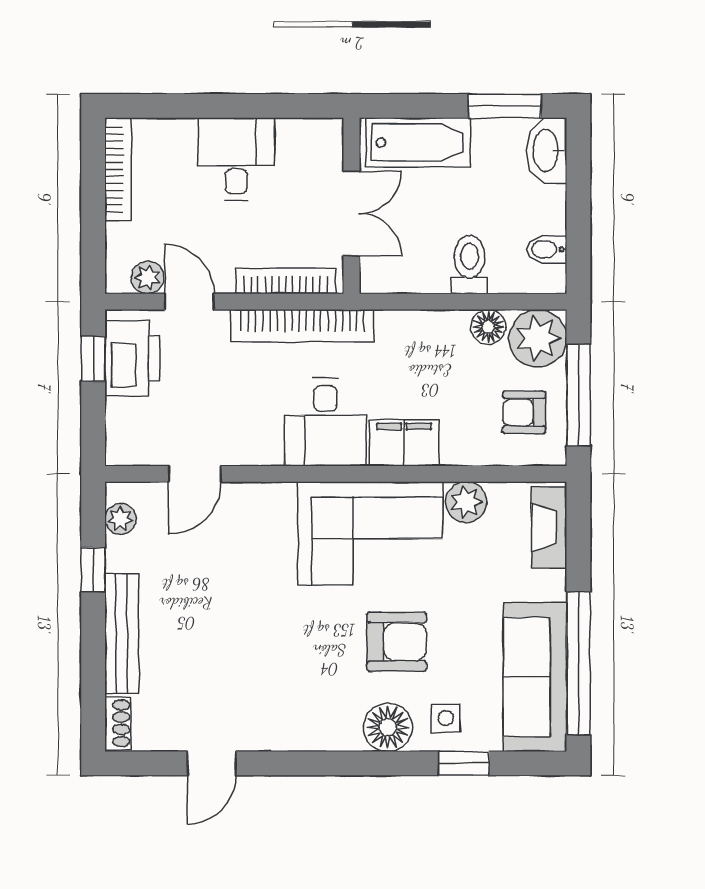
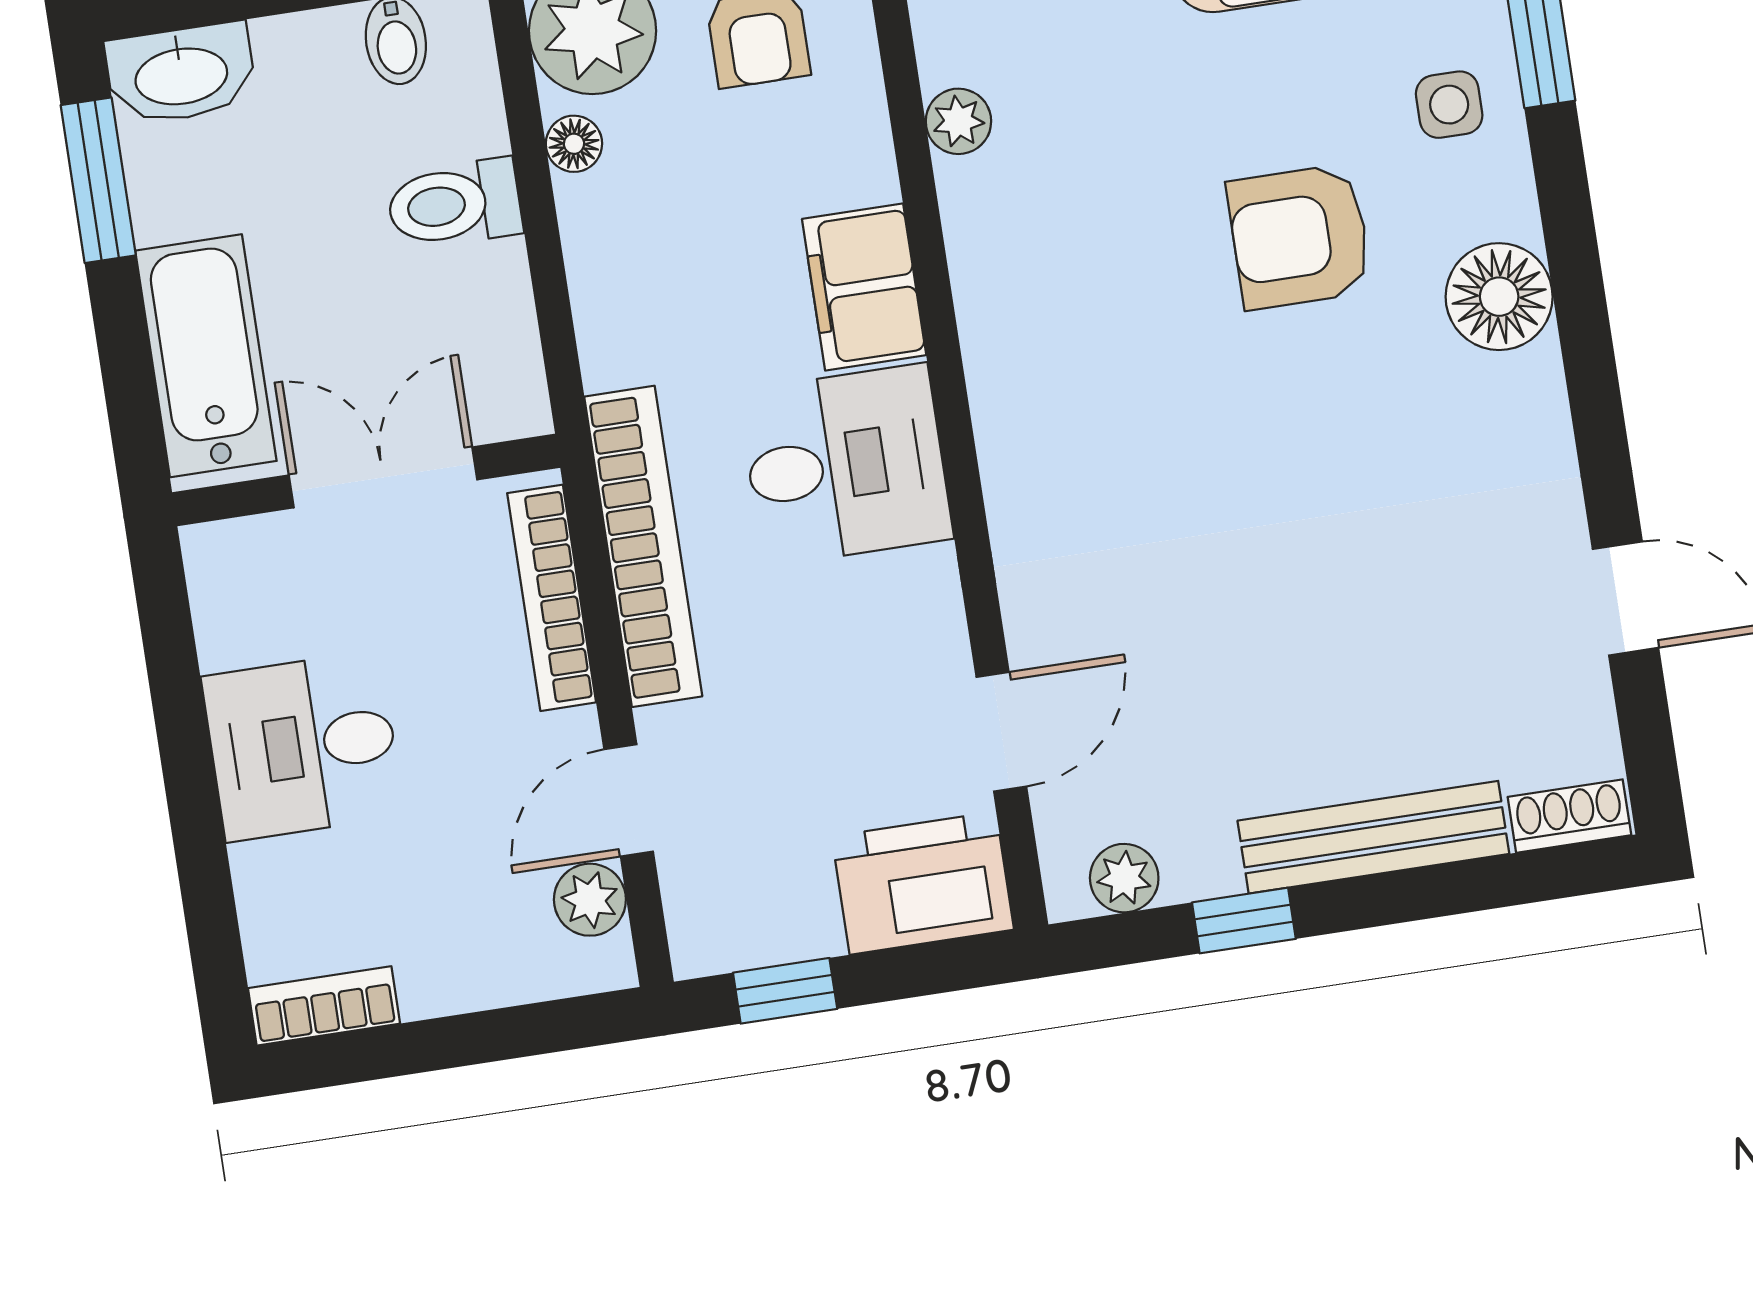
bookcase: (118, 169) -> (324, 1006), width x0.64
floor lamp: (488, 327) -> (574, 144), width x0.73, depth x0.73
printer: (132, 358) -> (923, 883), moved
door: (195, 474) -> (1001, 732), hinge flipped
plant: (466, 502) -> (958, 121), width x0.73, depth x0.73
corner sofa: (370, 533) -> (1073, 330), removed
armchair: (397, 642) -> (1299, 237), turned -90
floor lamp: (388, 727) -> (1499, 297), moved

